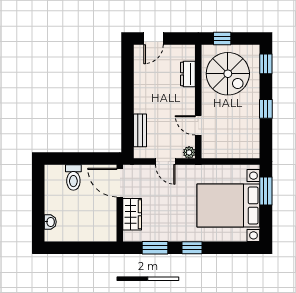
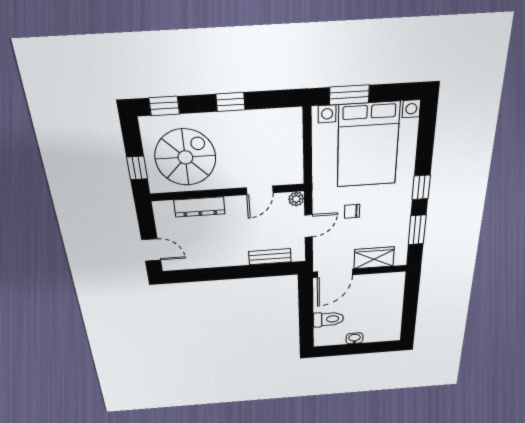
dresser: (188, 74) -> (199, 207), width x1.44
chair: (176, 195) -> (352, 211), added
washbasin: (50, 222) -> (354, 338), moved

